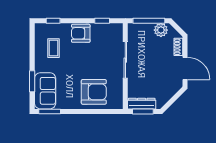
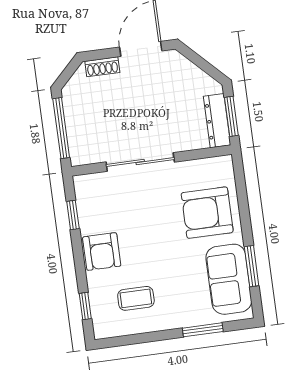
plant: (161, 30) -> (75, 103), removed
sofa: (45, 91) -> (229, 279), moved, turned -90
armchair: (94, 92) -> (207, 213), turned -90
window: (50, 112) -> (252, 266), moved

